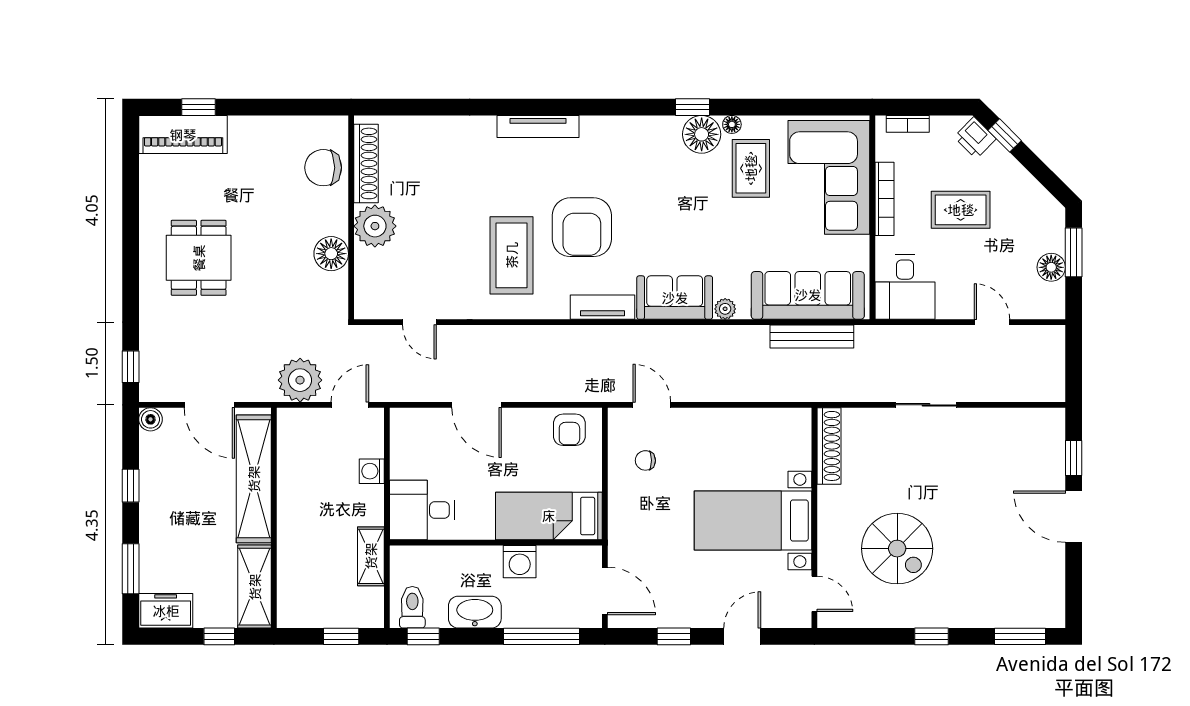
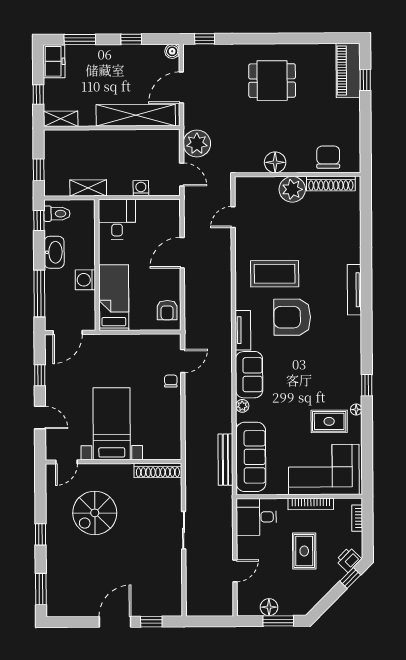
floor lamp: (702, 134) -> (350, 391), removed
armchair: (569, 430) -> (167, 310), turned -90
chair: (645, 460) -> (171, 381), moved
shelving: (255, 587) -> (61, 119), width x0.67, depth x0.75

